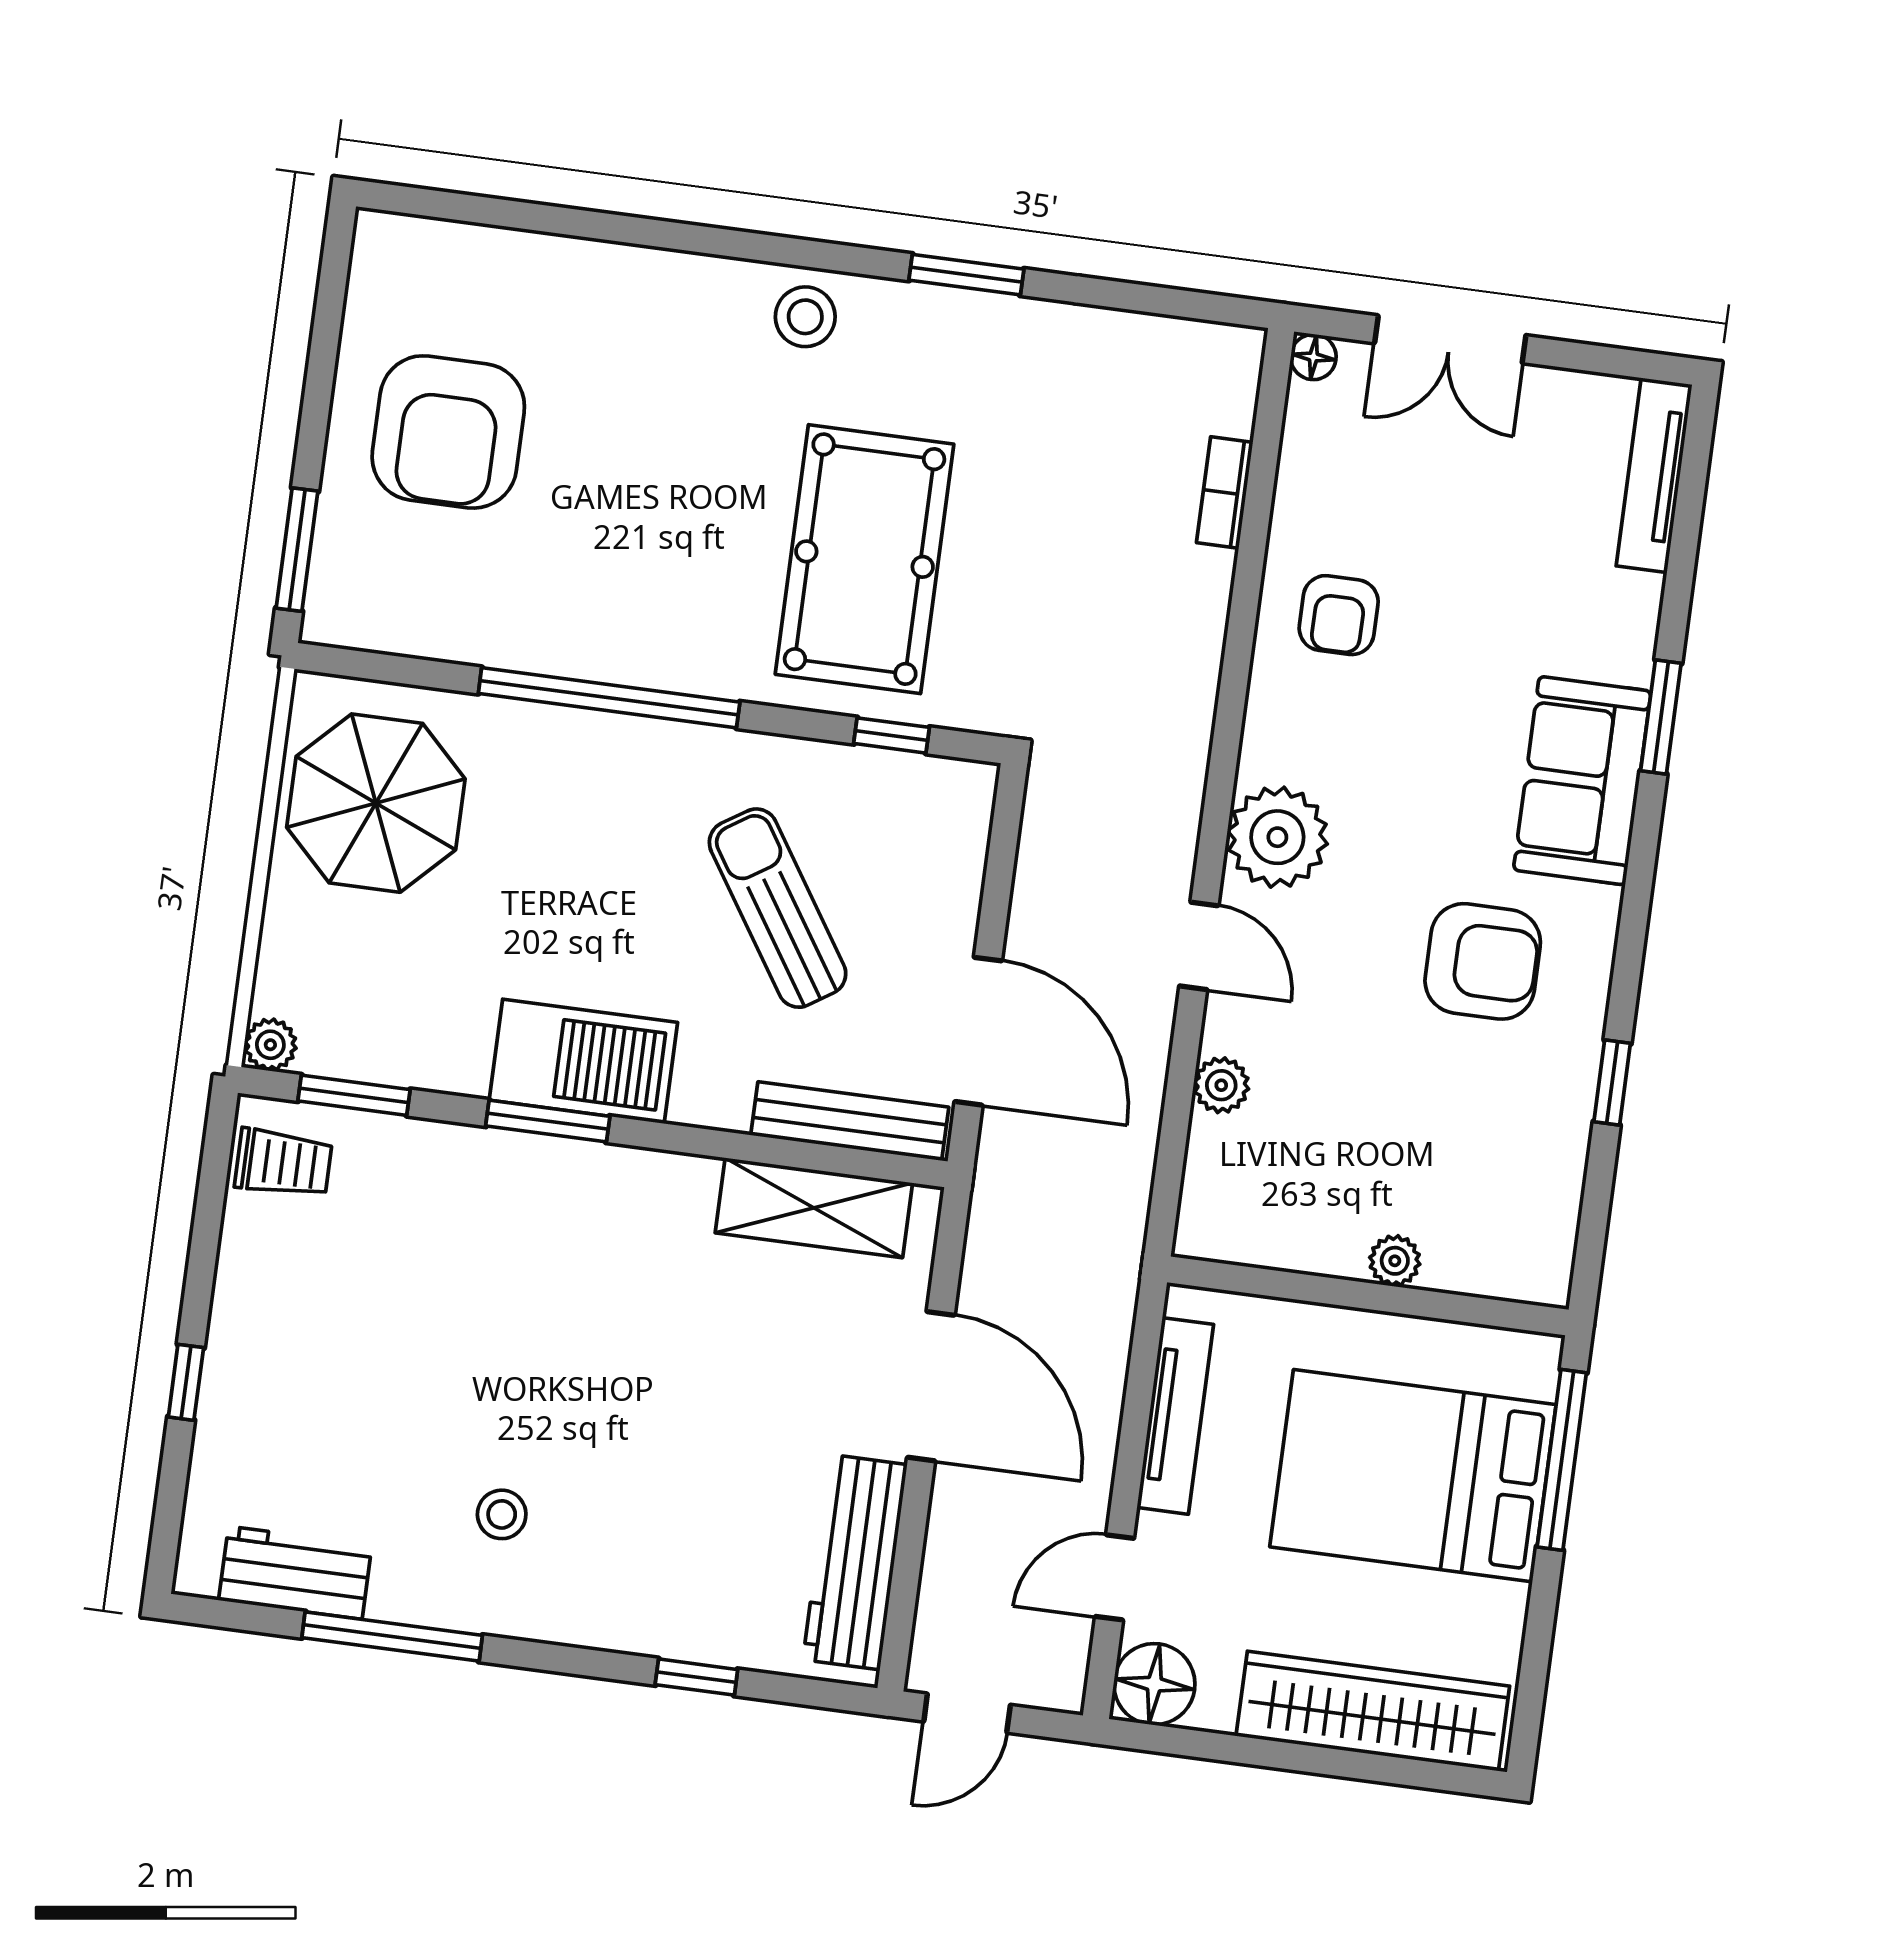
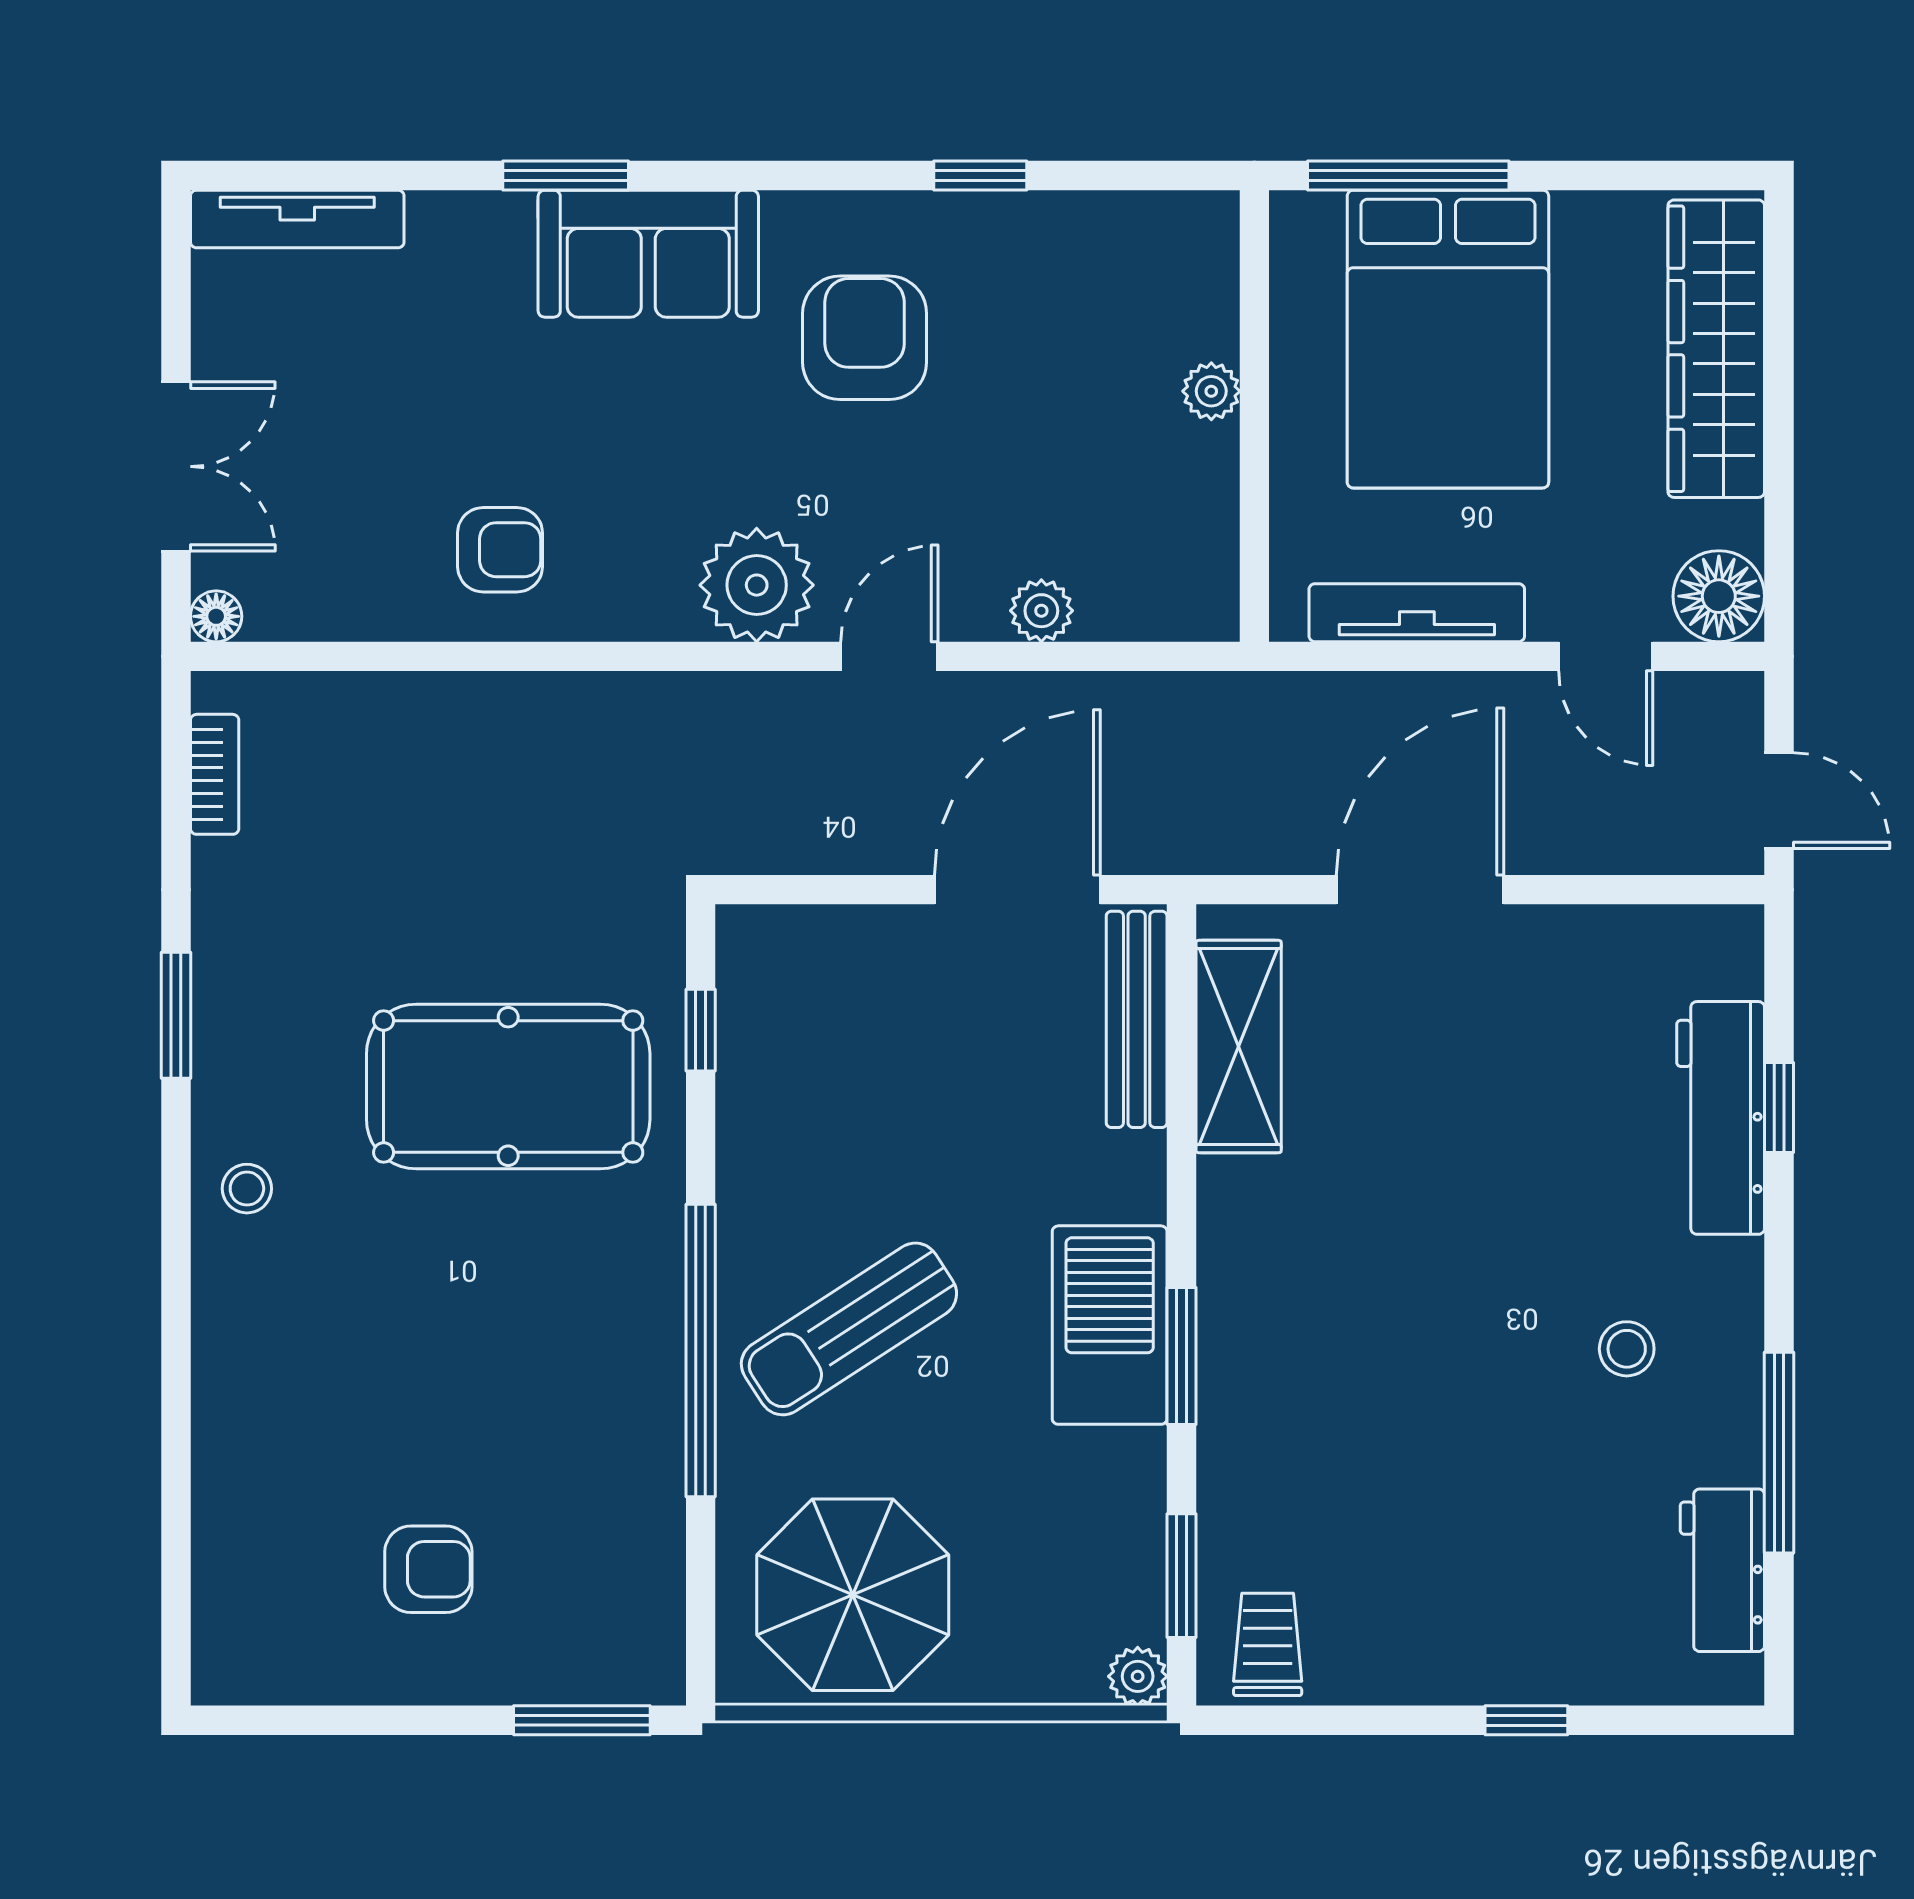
stool: (805, 317) -> (247, 1189), width x0.73, depth x0.73
armchair: (448, 432) -> (428, 1569), width x0.53, depth x0.53
bookcase: (1225, 492) -> (215, 774), moved, turned -90
sun lounger: (778, 908) -> (849, 1329), moved
workbench: (855, 1562) -> (1721, 1118), moved, turned 90

